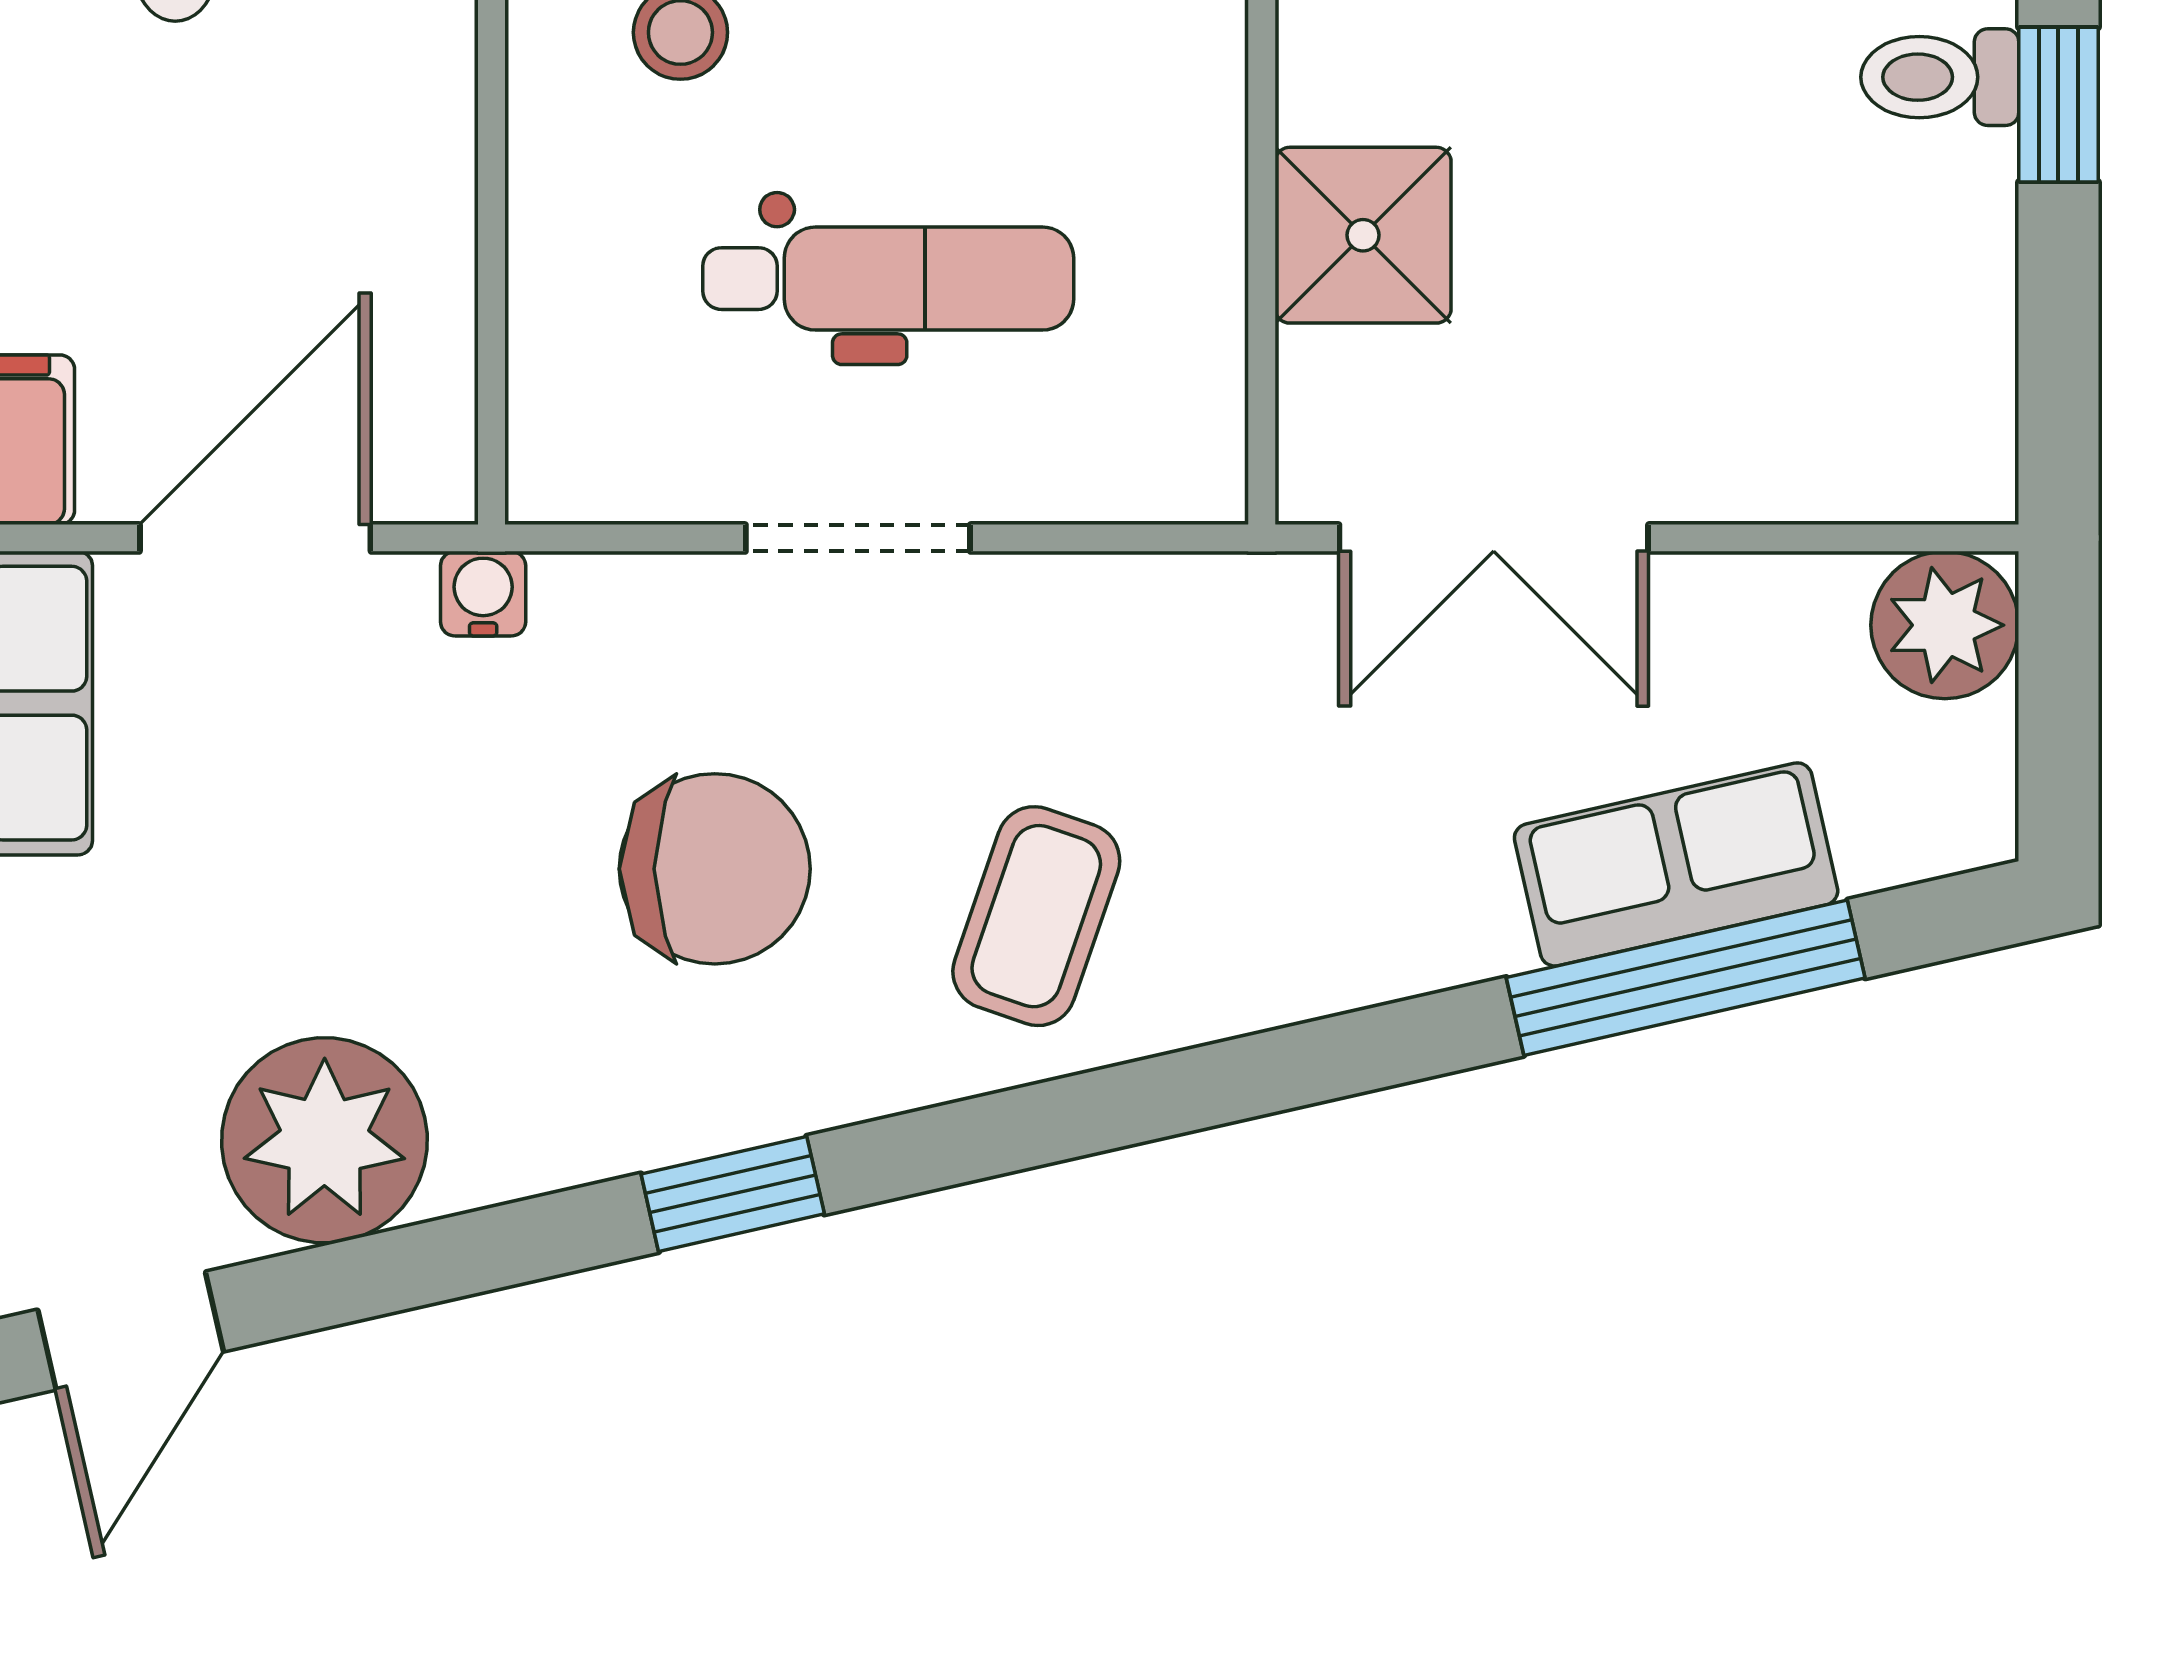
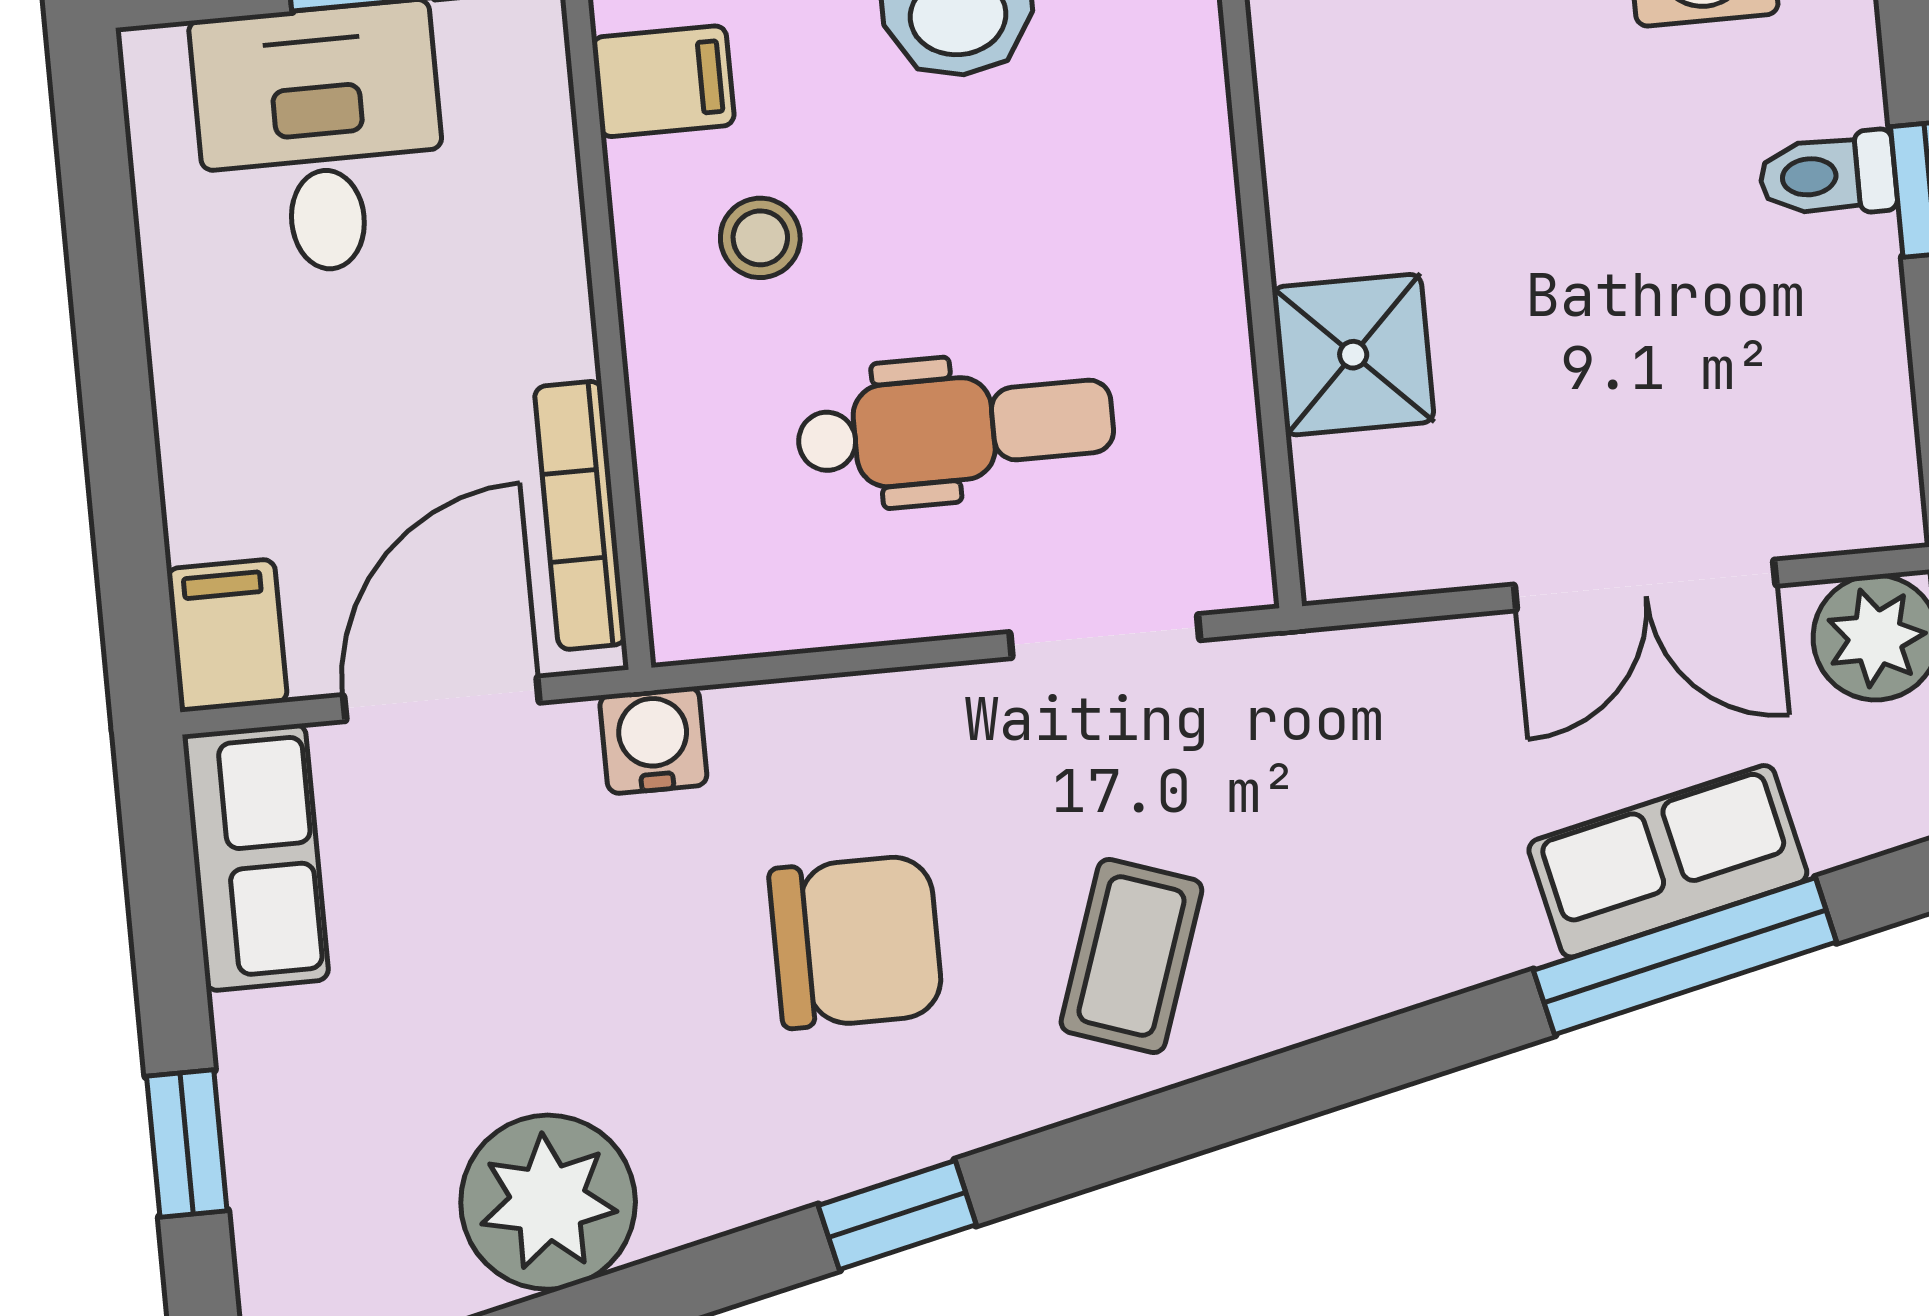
bookcase: (438, 338) -> (580, 515), added
doorway: (858, 538) -> (1105, 636), moved
double door: (1494, 538) -> (1645, 585), moved
water cooler: (483, 594) -> (653, 740), width x1.38, depth x1.38

